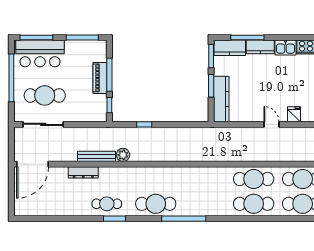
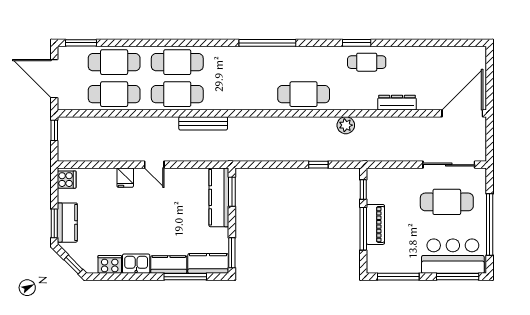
window: (211, 86) -> (232, 192), moved
bench: (97, 156) -> (203, 123), moved
cafe table: (156, 204) -> (304, 94), moved

